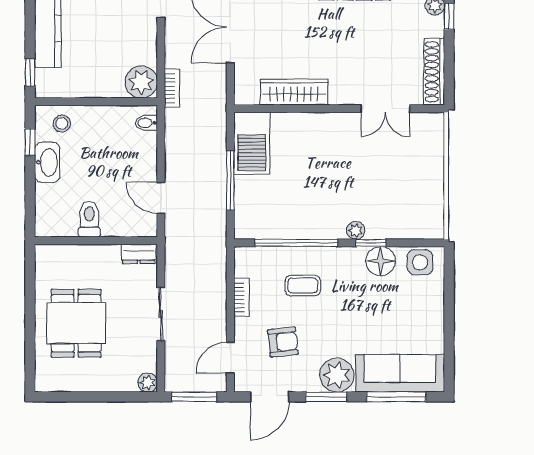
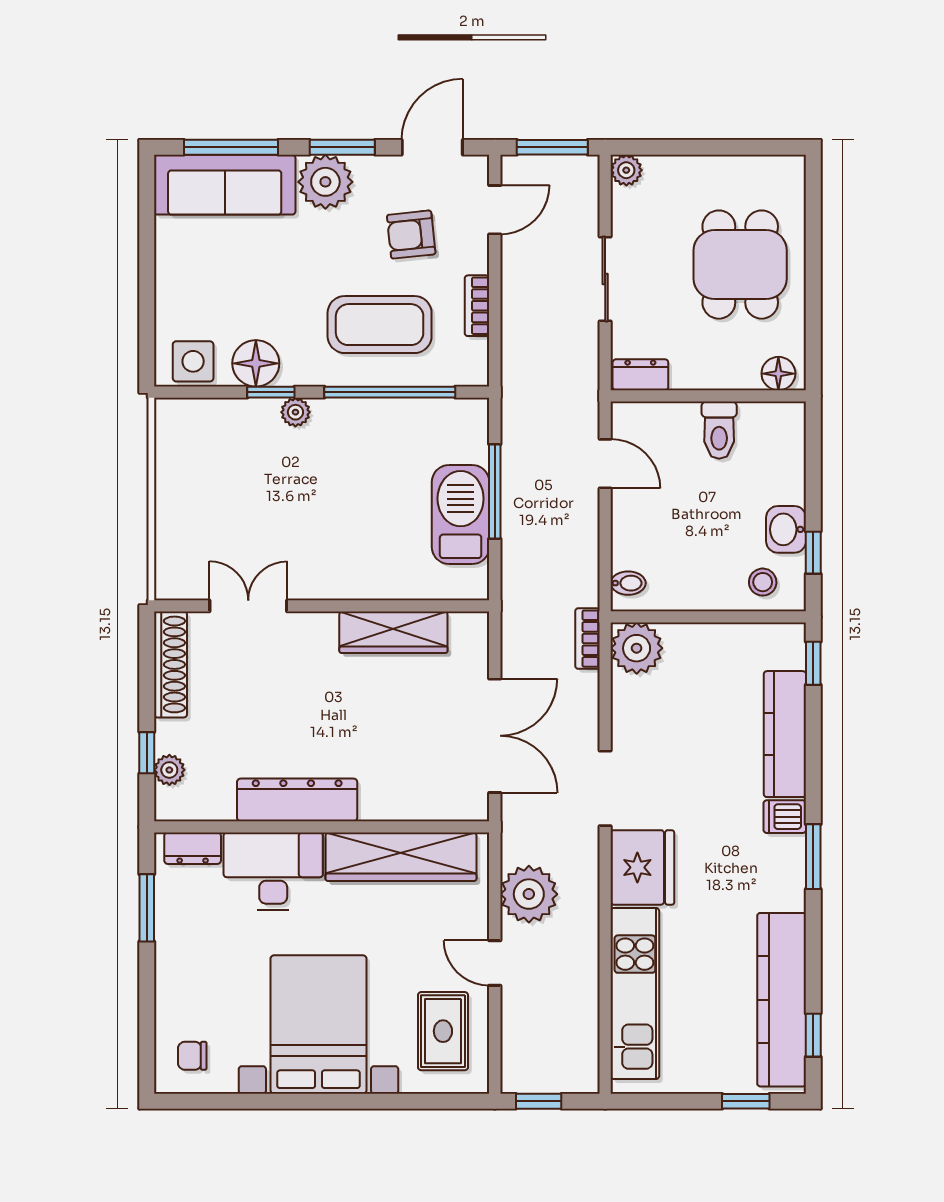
barbecue: (252, 143) -> (461, 515), moved
washbasin: (47, 162) -> (786, 529), width x0.72
floor lamp: (52, 255) -> (778, 374), added
coffee table: (303, 285) -> (380, 325), width x1.86, depth x1.72

